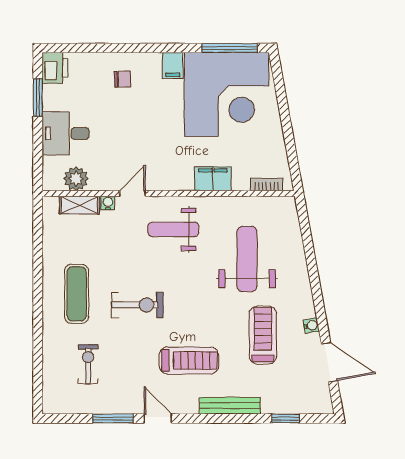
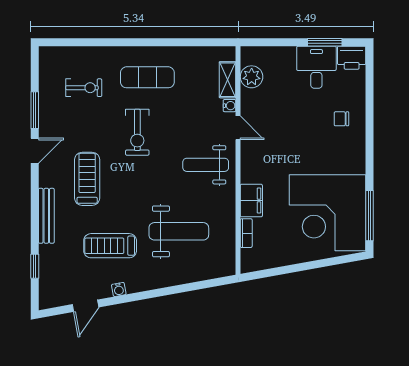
filing cabinet: (173, 65) -> (354, 164), removed
chair: (122, 79) -> (341, 119), turned 91
desk: (65, 133) -> (316, 67), moved
bookcase: (267, 185) -> (246, 233), moved
weight bench: (173, 229) -> (206, 165), turned -90
treadmill: (263, 335) -> (110, 246), turned 180
treadmill: (189, 360) -> (87, 179), turned 180
door: (329, 362) -> (86, 306), width x0.73

